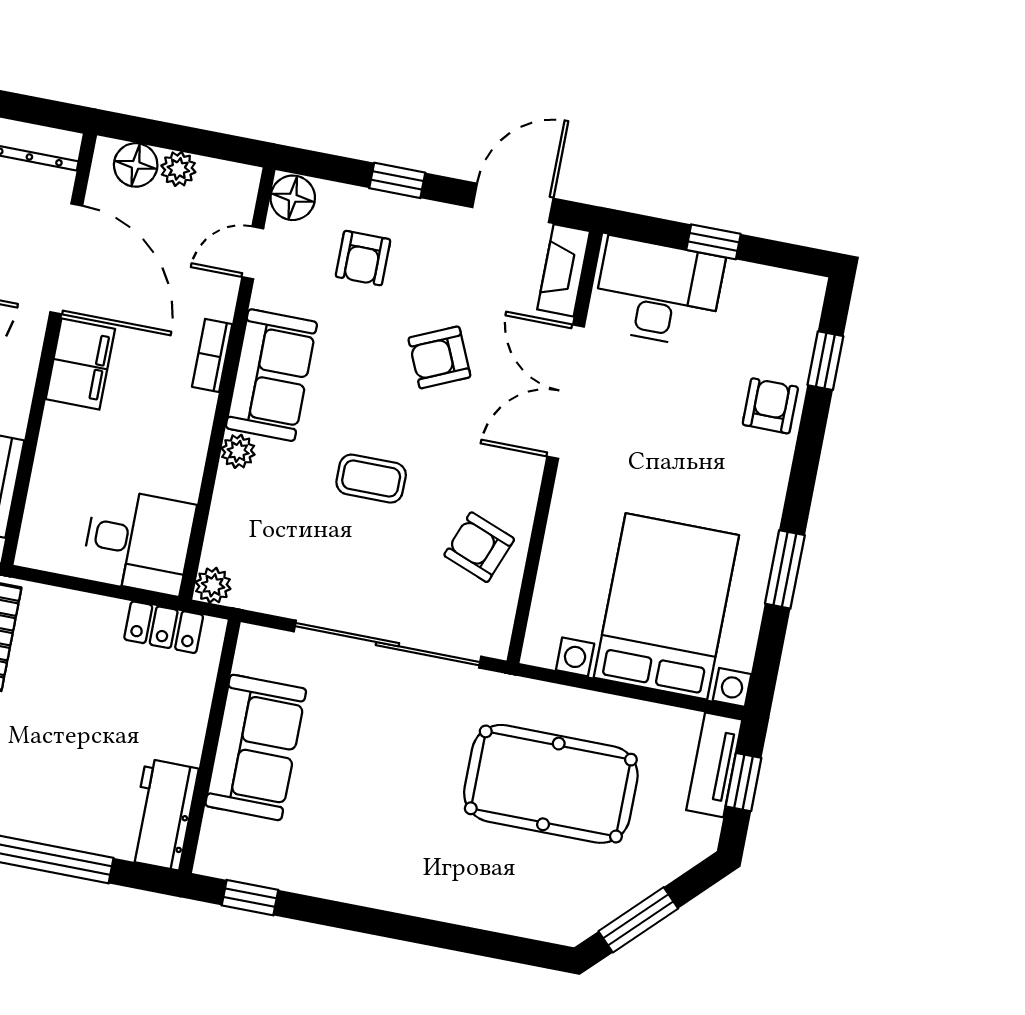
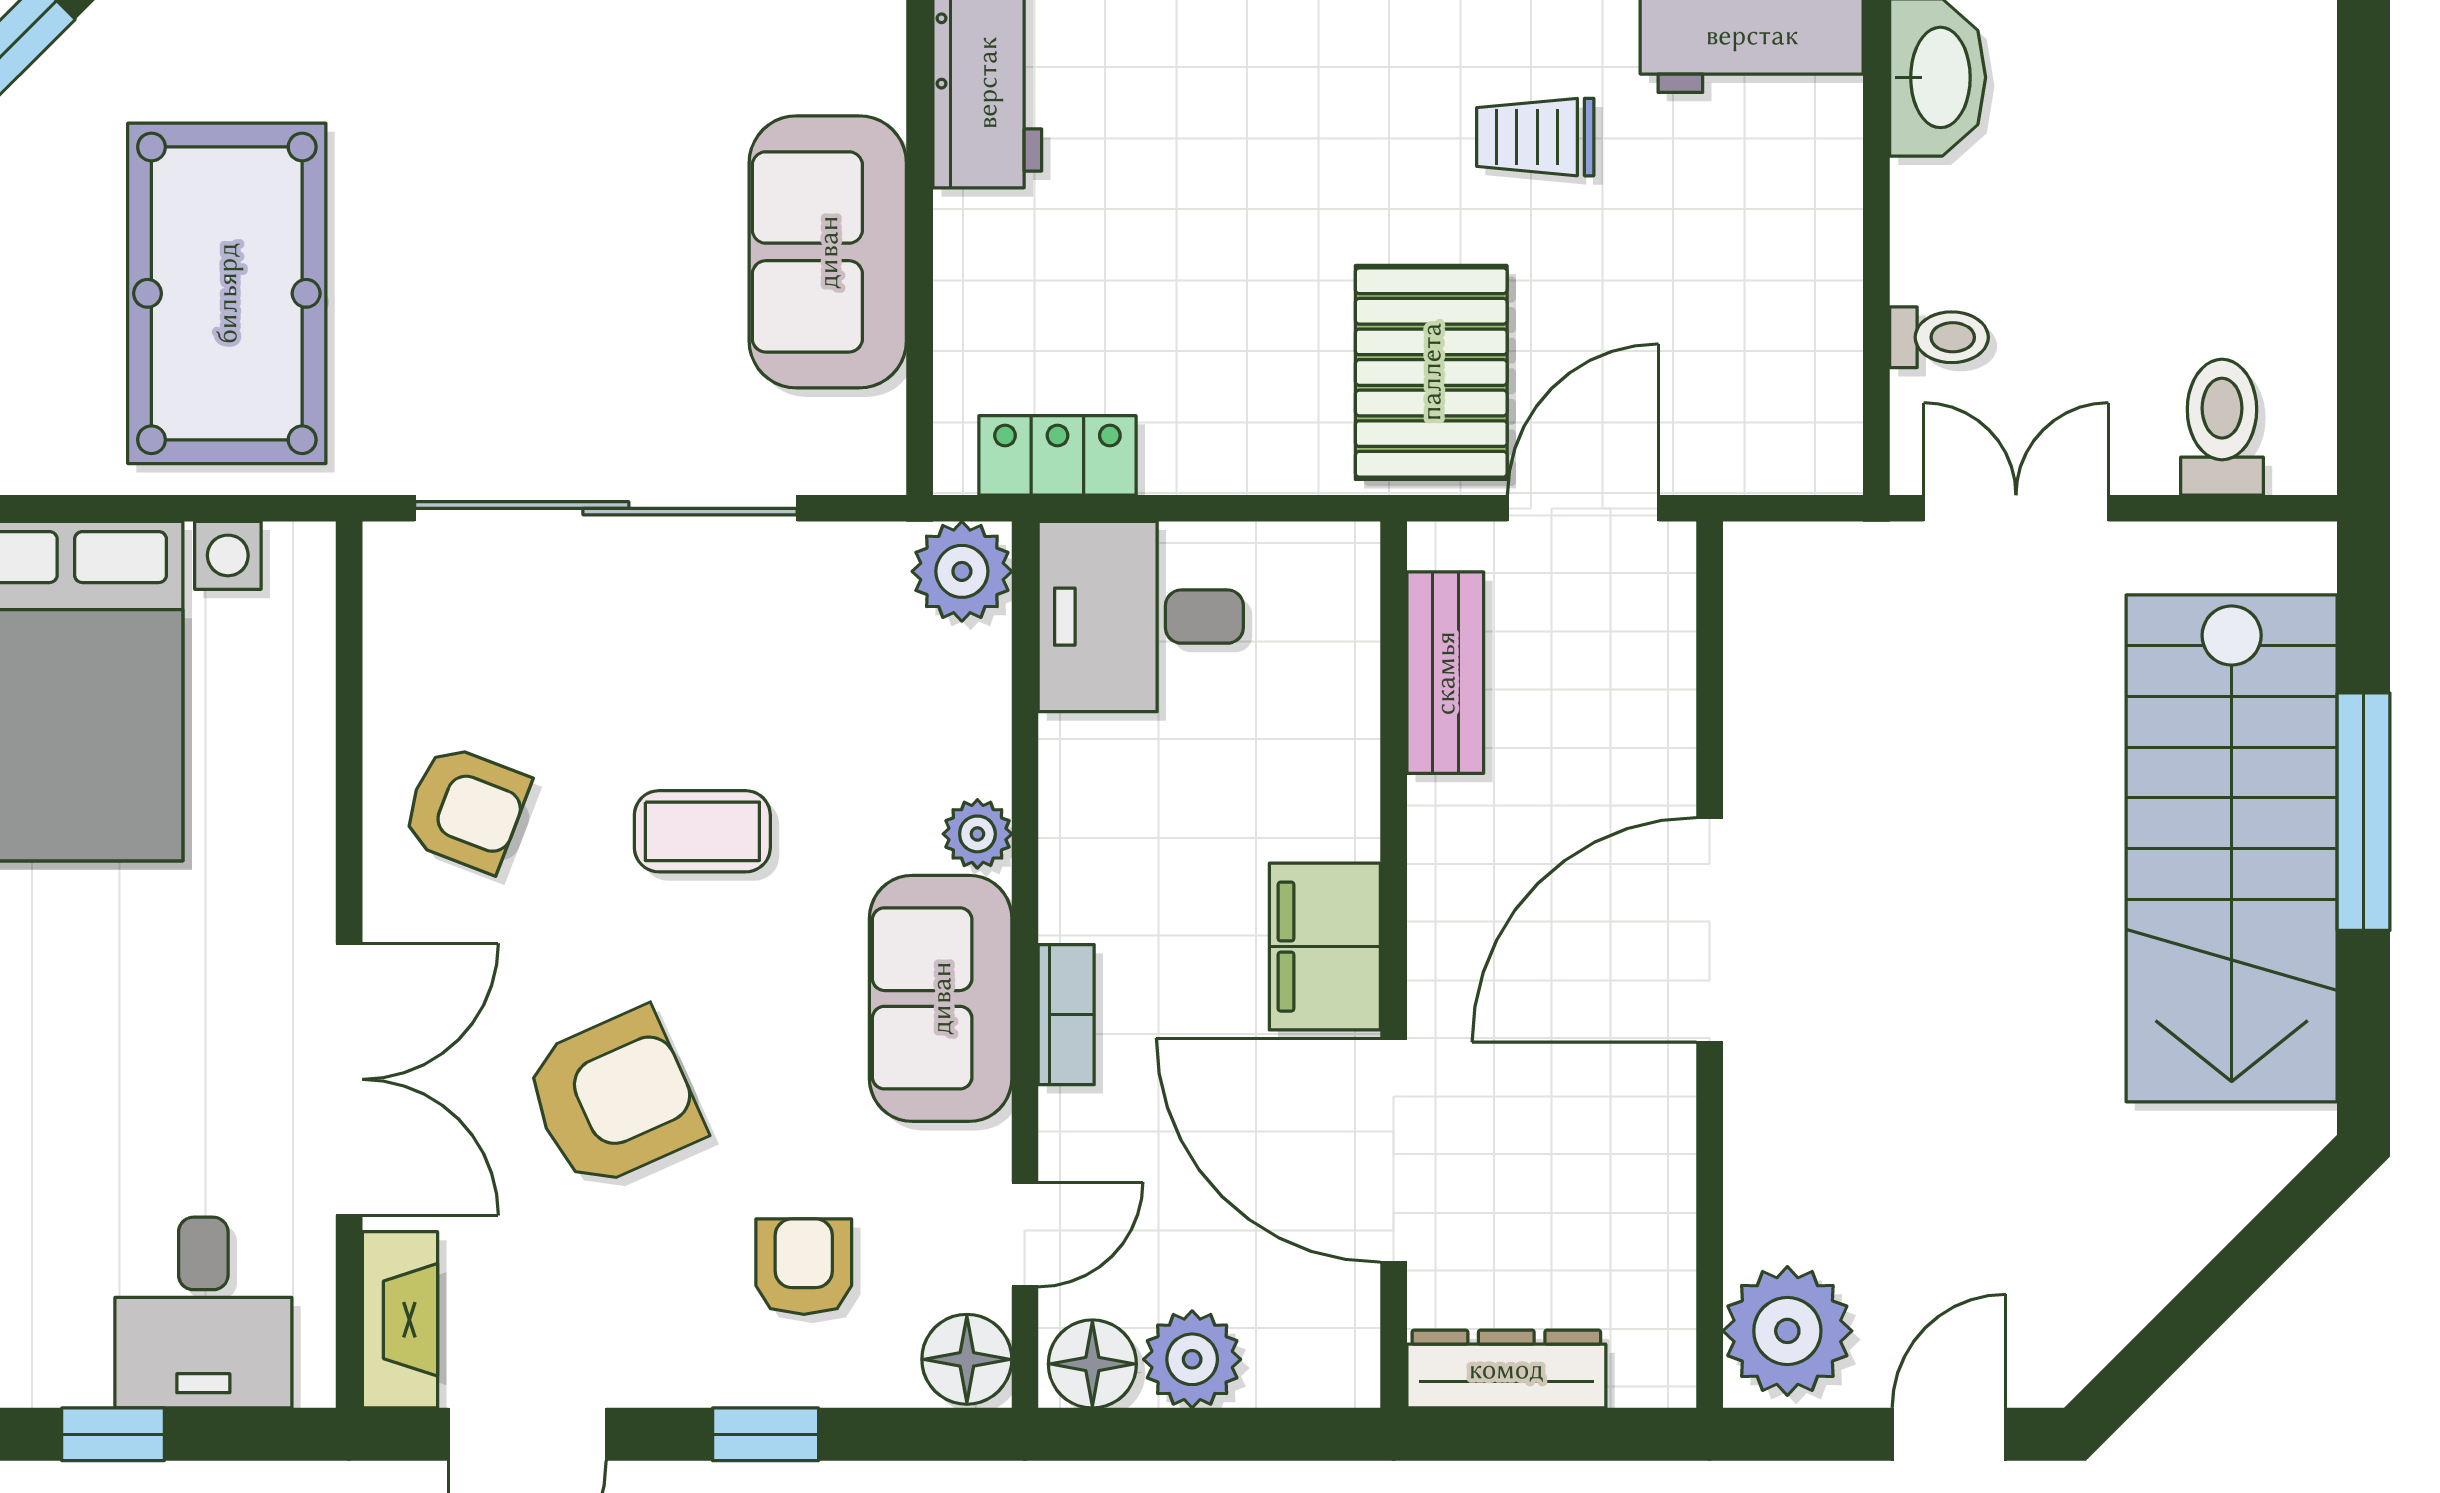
floor lamp: (136, 165) -> (1092, 1364), moved
plant: (178, 169) -> (1192, 1359), width x1.38, depth x1.38
desk: (658, 292) -> (203, 1313), width x0.73
armchair: (439, 357) -> (613, 1099), width x1.38, depth x1.38
armchair: (479, 547) -> (465, 808), moved
plant: (213, 585) -> (962, 571), width x1.38, depth x1.38
pool table: (551, 784) -> (227, 293), turned 90

